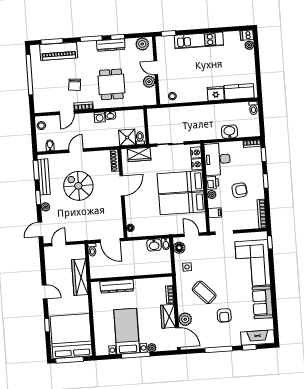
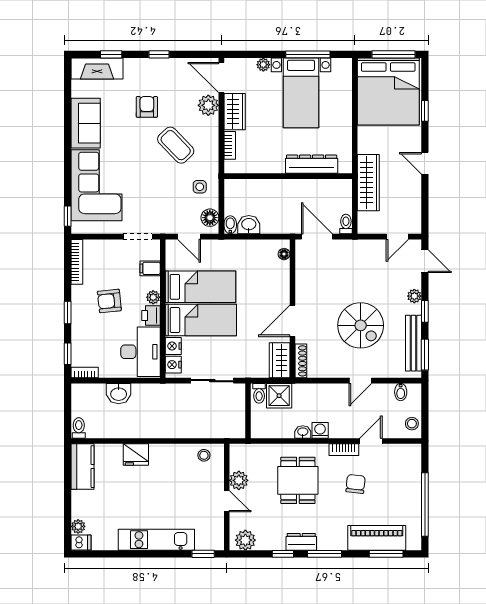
dresser: (111, 45) -> (301, 542), width x0.70
kitchen counter: (239, 92) -> (83, 467), moved, turned -90
wardrobe: (139, 154) -> (280, 360), moved, turned -90
door: (40, 229) -> (425, 261), hinge flipped
window: (219, 349) -> (159, 54), width x0.46
window: (136, 355) -> (308, 54), moved

